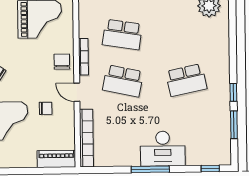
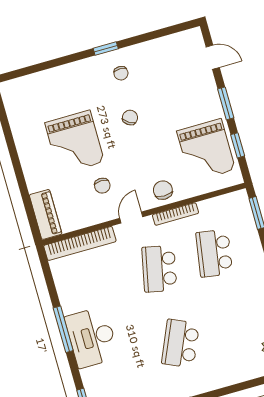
chair: (62, 62) -> (163, 190), turned -90
school desk: (186, 80) -> (180, 343), turned 36

